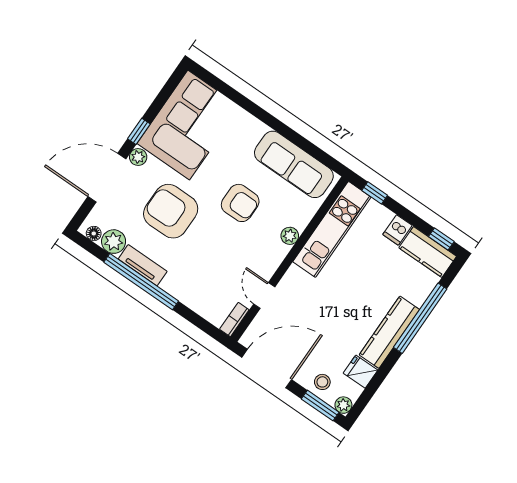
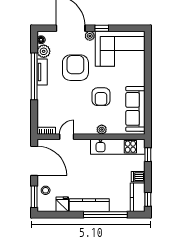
plant: (343, 405) -> (42, 207), removed

